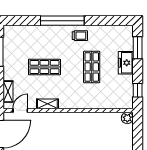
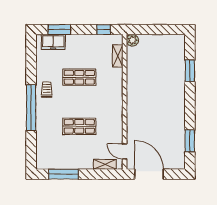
freezer: (126, 63) -> (53, 42), moved
shop shelf: (44, 67) -> (79, 126), turned 90
shelving: (47, 104) -> (118, 56), moved

